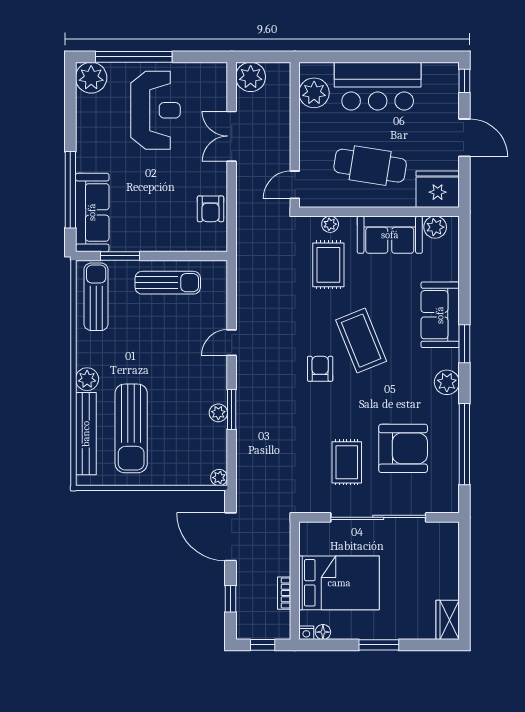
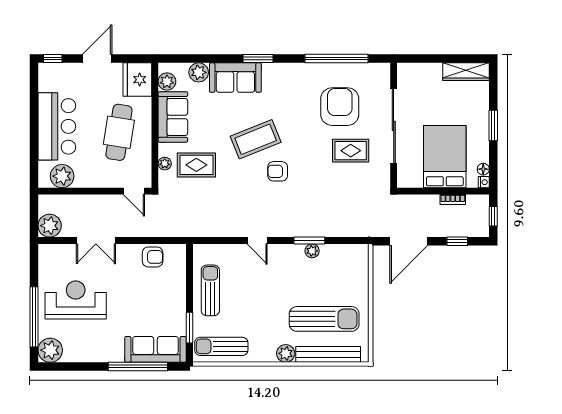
plant: (447, 382) -> (199, 72), moved
plant: (219, 478) -> (363, 250), removed
wardrobe: (448, 620) -> (466, 72), width x1.50

